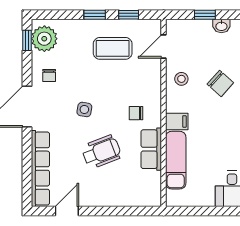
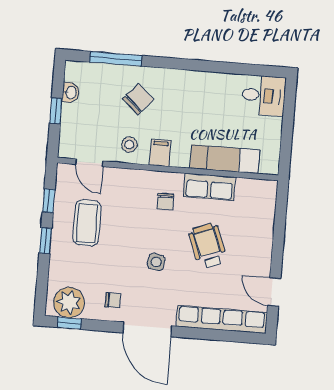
filing cabinet: (177, 121) -> (160, 153), moved

